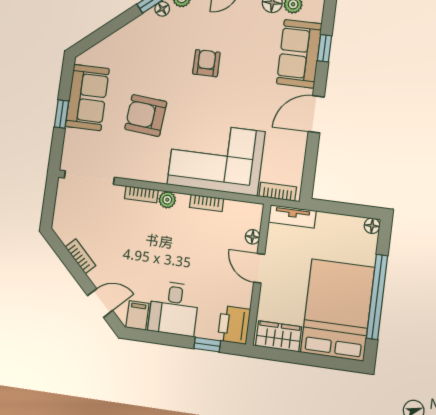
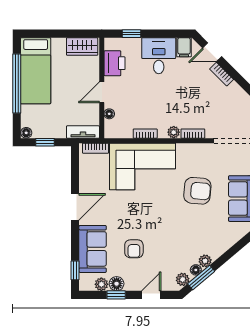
plant: (148, 20) -> (205, 261), added
window: (324, 48) -> (75, 270), moved
armchair: (206, 63) -> (134, 249), moved
window: (347, 209) -> (45, 142), added
bookcase: (80, 256) -> (222, 74), moved
door: (259, 268) -> (102, 92), swing flipped
bed: (338, 310) -> (36, 71), width x0.67
printer: (234, 325) -> (114, 63), moved

